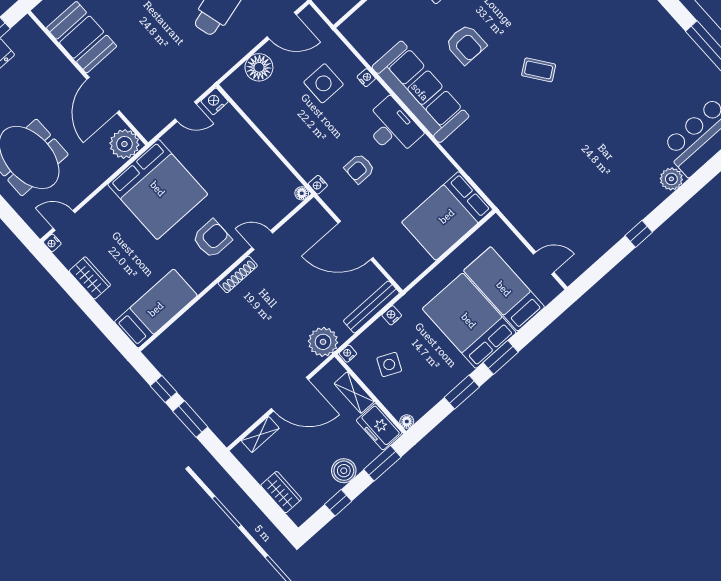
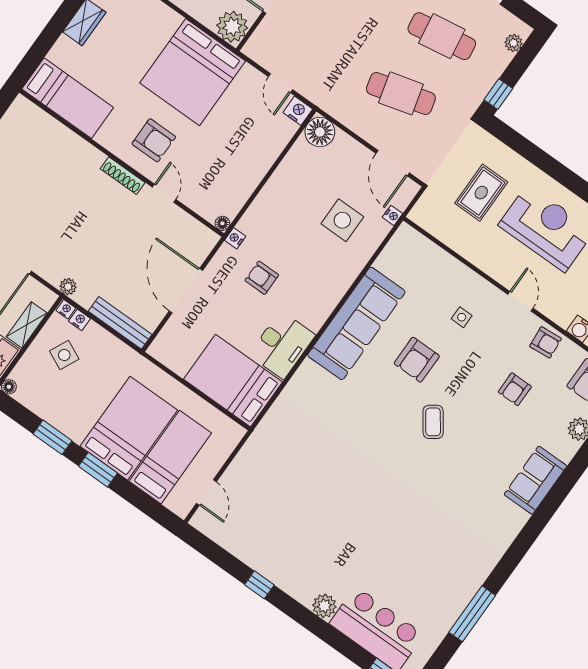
floor lamp: (259, 67) -> (320, 132), moved
coffee table: (539, 70) -> (433, 422), moved
nightstand: (366, 78) -> (393, 215), moved
desk: (392, 128) -> (282, 345), moved
nightstand: (392, 315) -> (80, 320), moved
plant: (323, 342) -> (68, 287), width x0.53, depth x0.53

